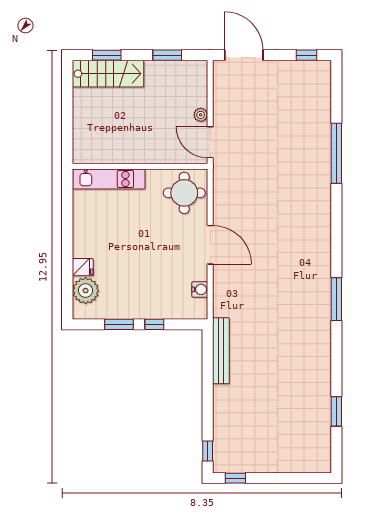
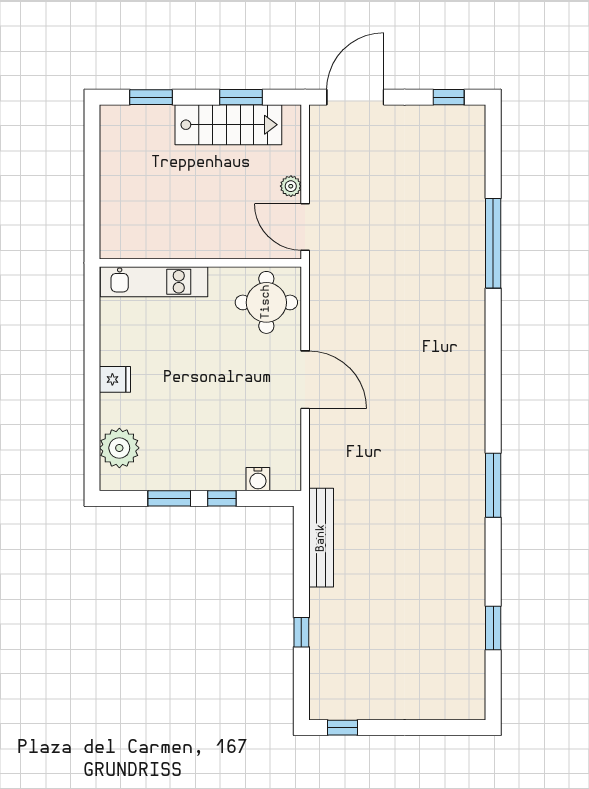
door: (244, 55) -> (355, 97), hinge flipped
stairs: (108, 74) -> (228, 125), moved
fridge: (83, 267) -> (115, 379), moved
water cooler: (200, 289) -> (258, 479), moved, turned 90
window: (336, 299) -> (493, 485), moved
window: (208, 451) -> (301, 632), moved

